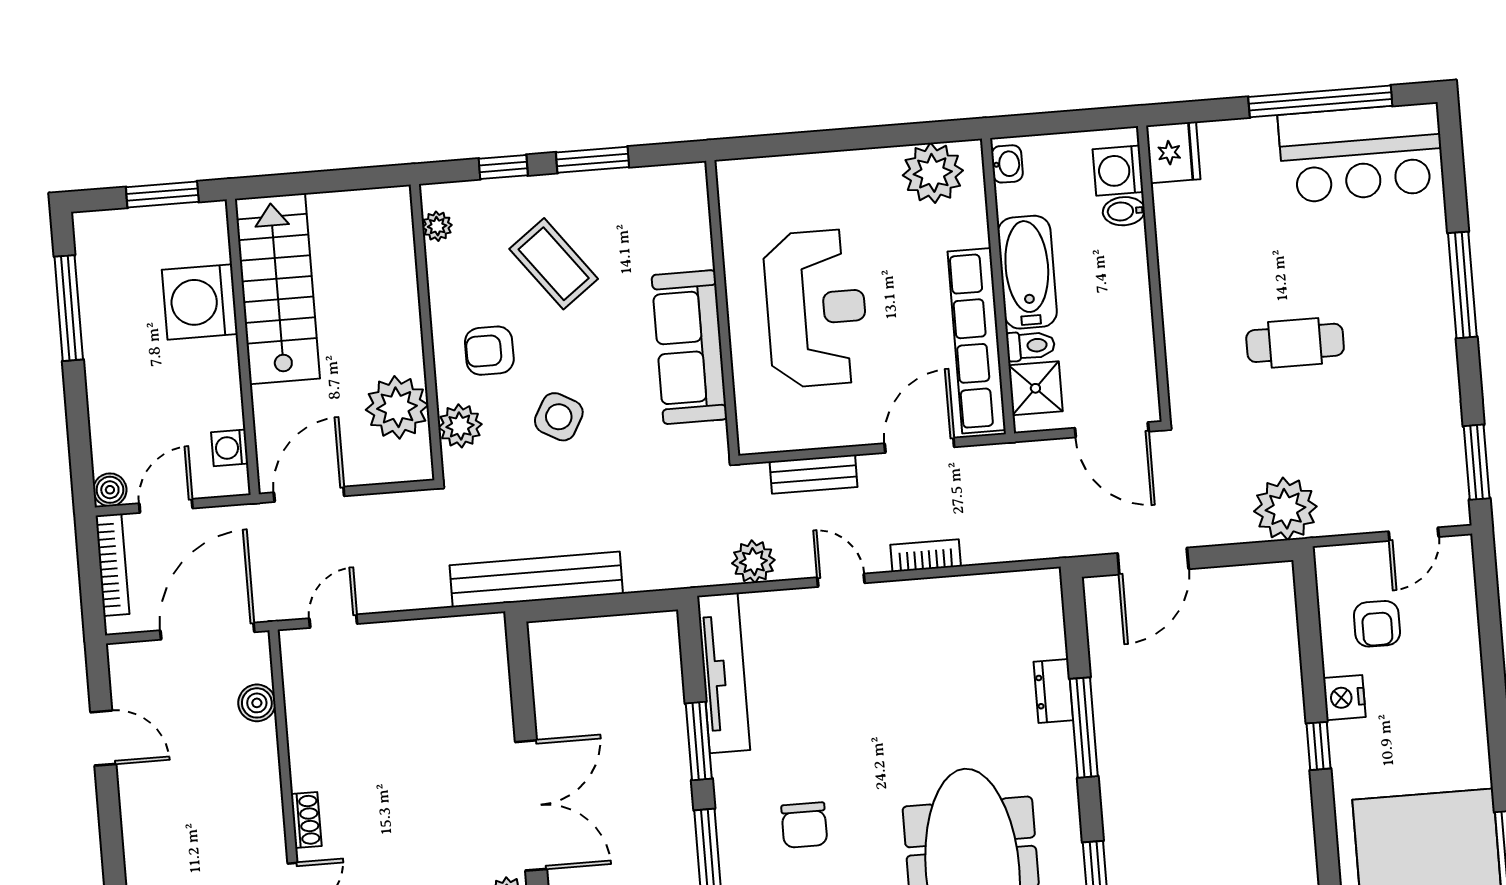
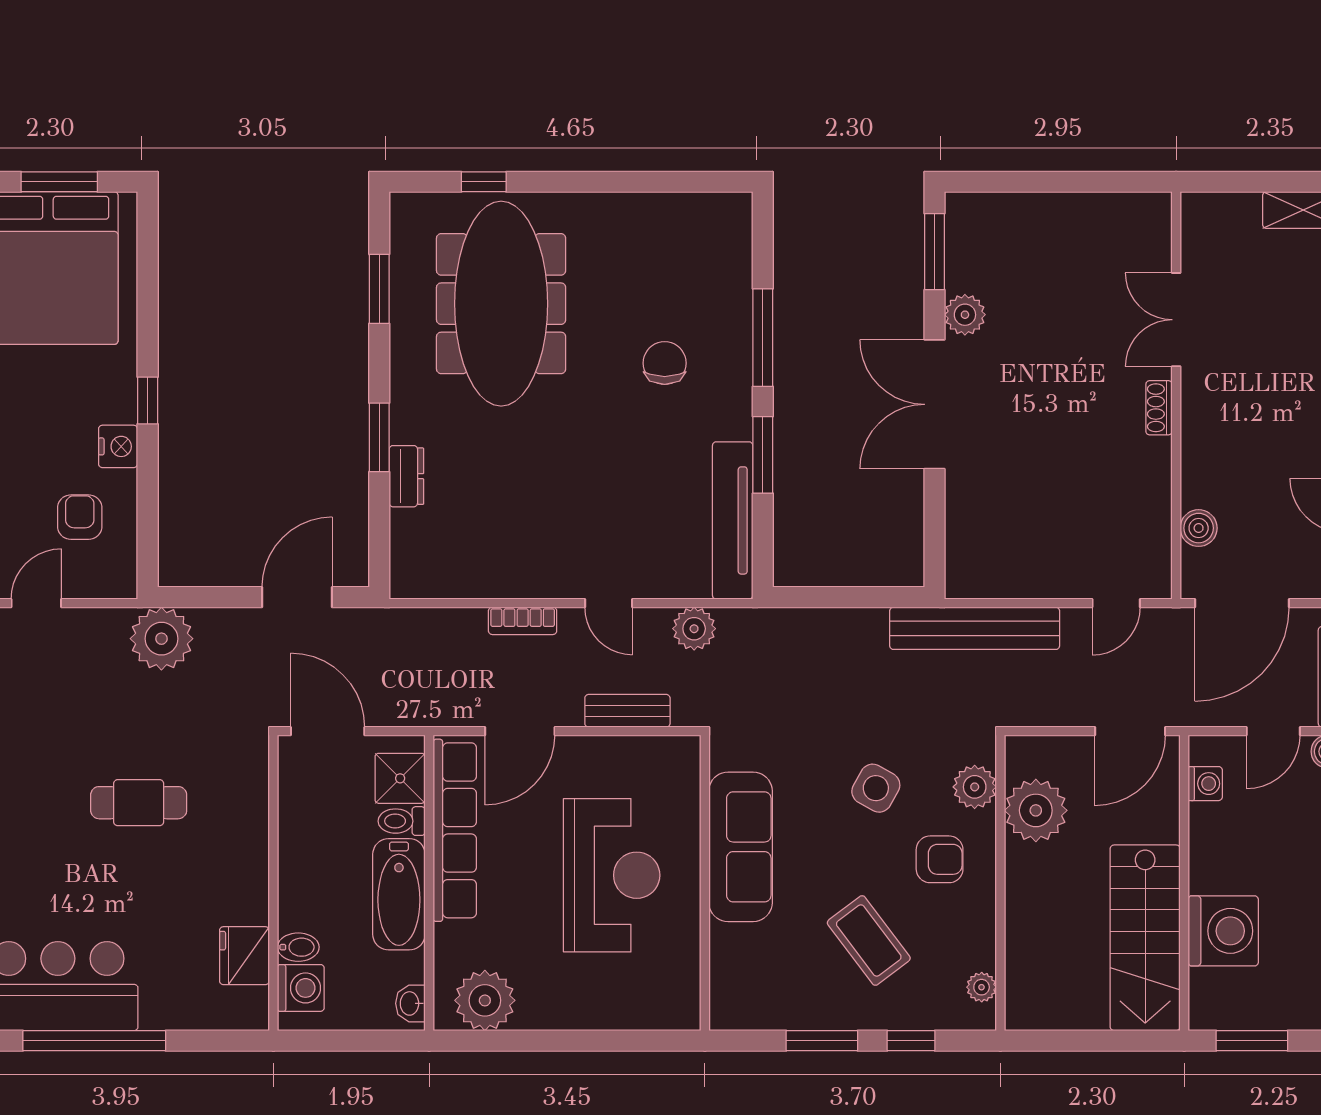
fridge: (1173, 152) -> (244, 956), moved
reception desk: (816, 308) -> (612, 875), turned 180
bench: (536, 579) -> (975, 628), moved
window: (1084, 728) -> (379, 437), width x0.69

